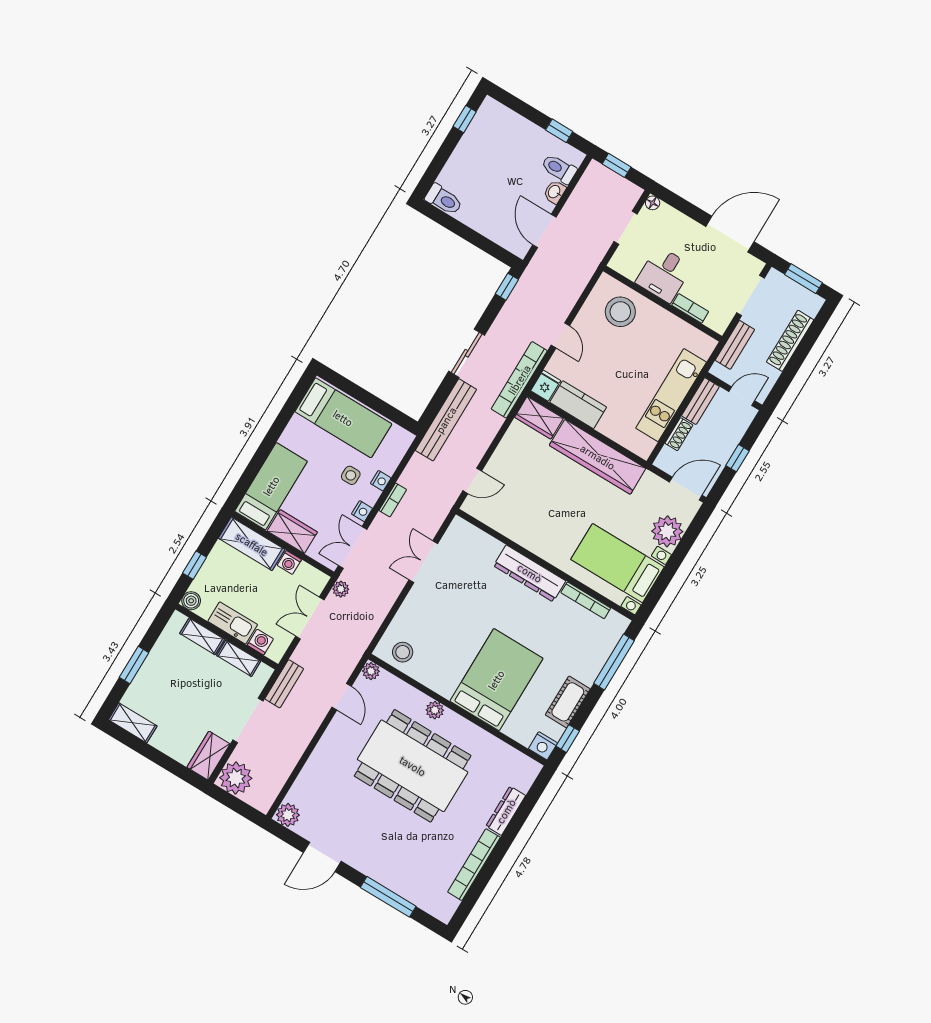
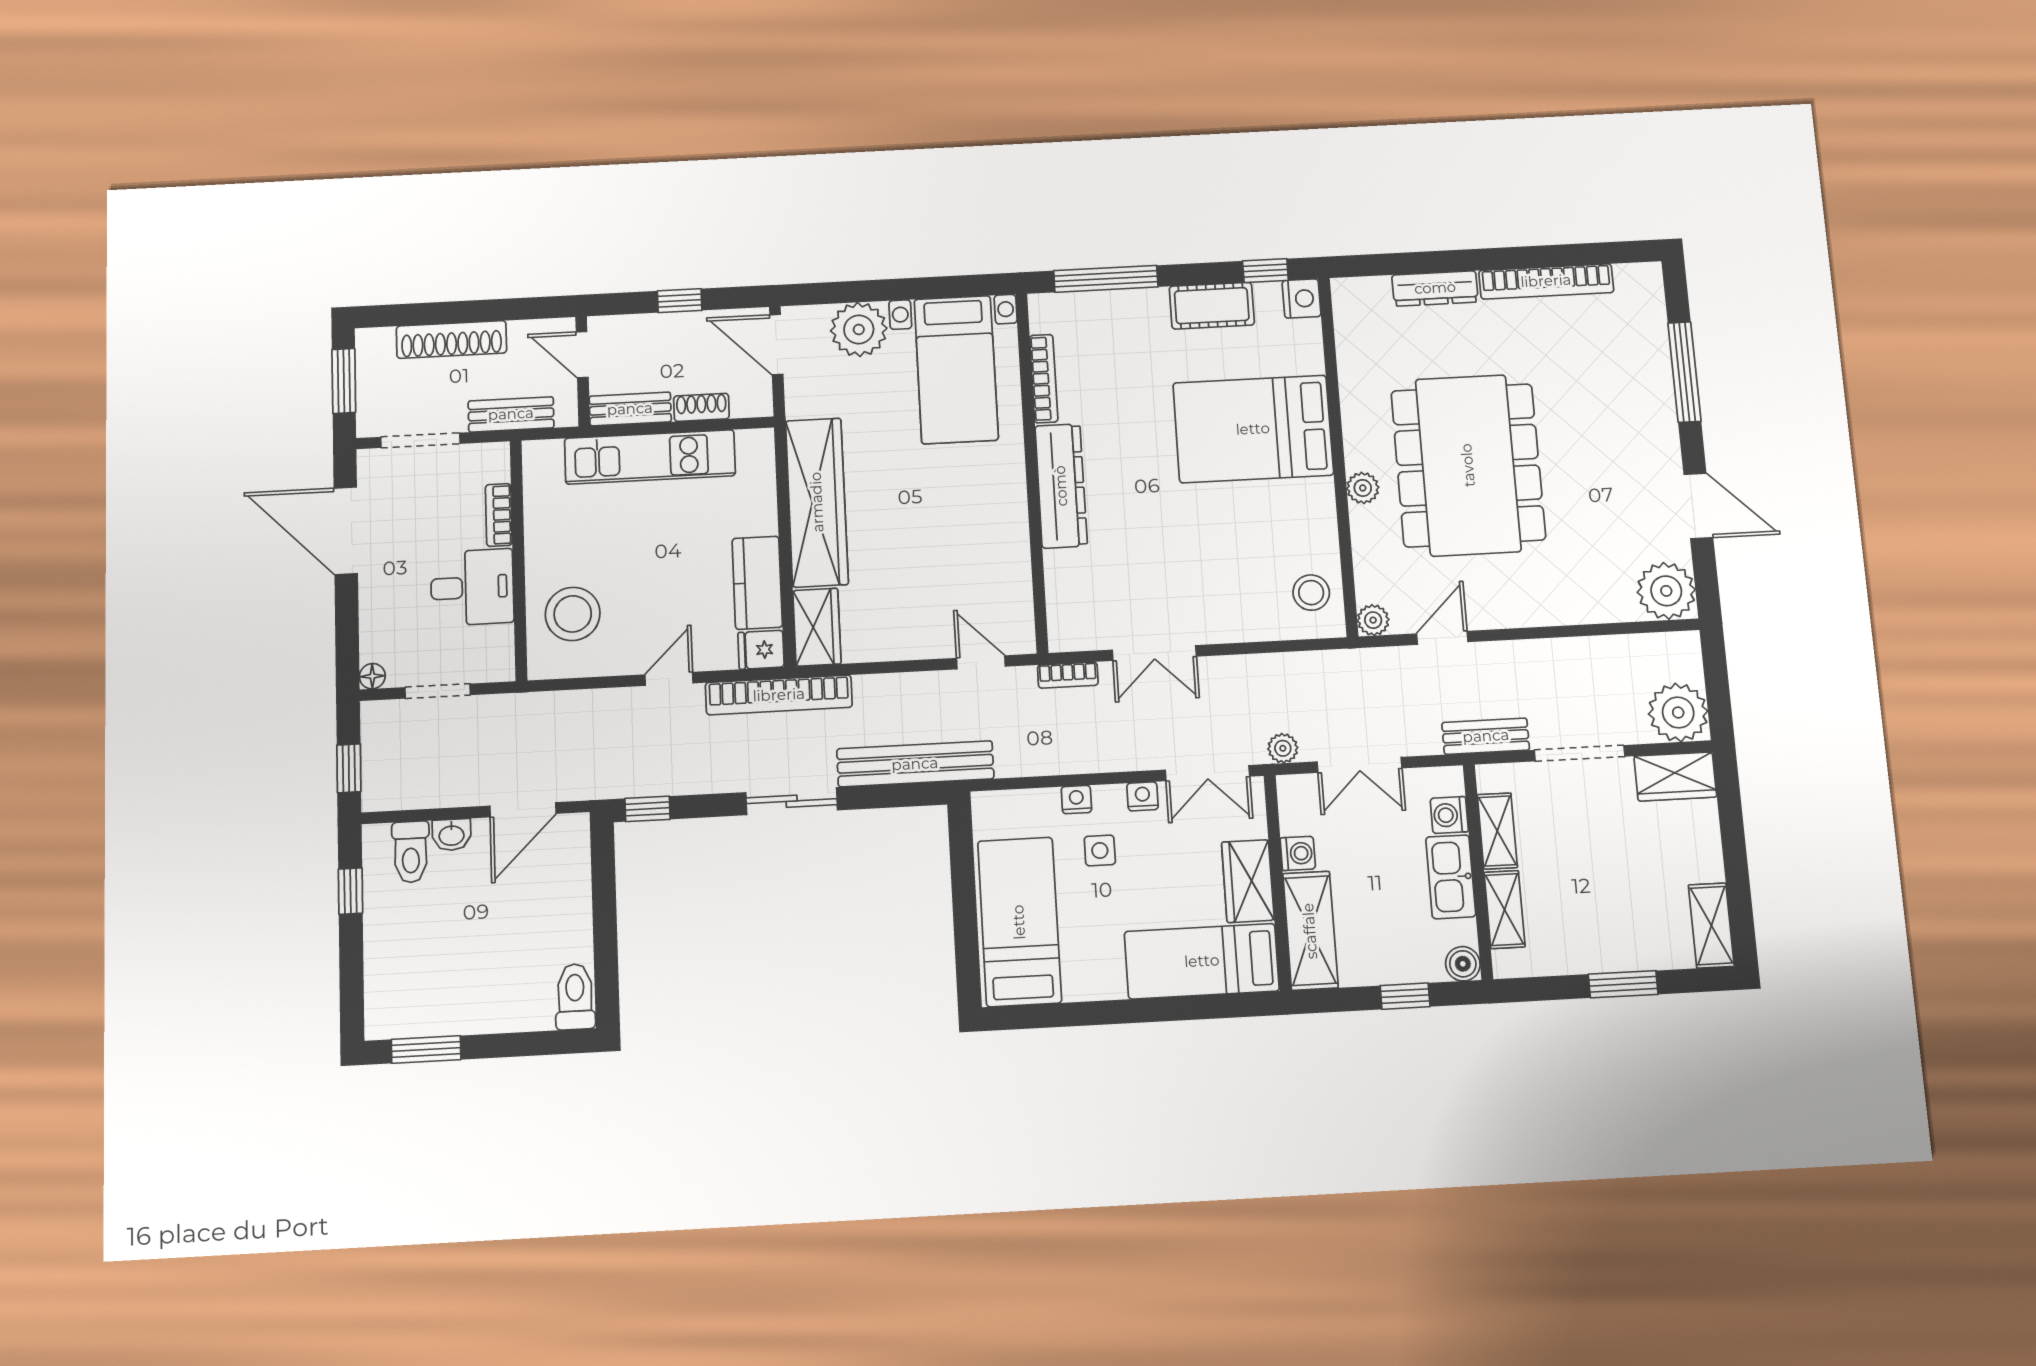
window: (465, 119) -> (426, 1050), width x1.50
bookcase: (393, 500) -> (1068, 675), moved, turned 180
plant: (288, 815) -> (1666, 591), width x1.36, depth x1.36

